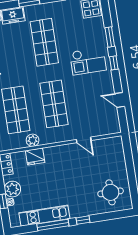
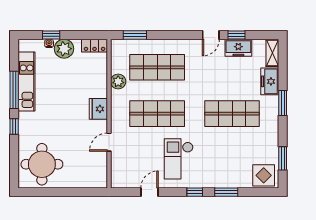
checkout: (88, 61) -> (179, 159), moved
fridge: (35, 157) -> (98, 109), moved
round table: (111, 192) -> (42, 164), width x1.36, depth x1.36

